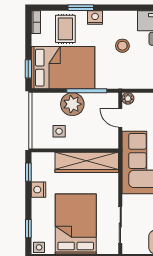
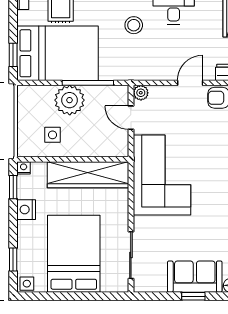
nightstand: (36, 157) -> (24, 168), added

